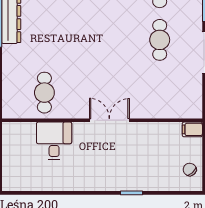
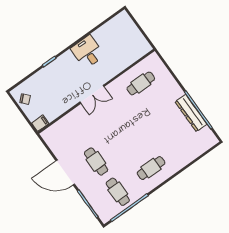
cafe table: (44, 93) -> (141, 83), turned 90
desk: (54, 141) -> (88, 52), moved, turned 180

